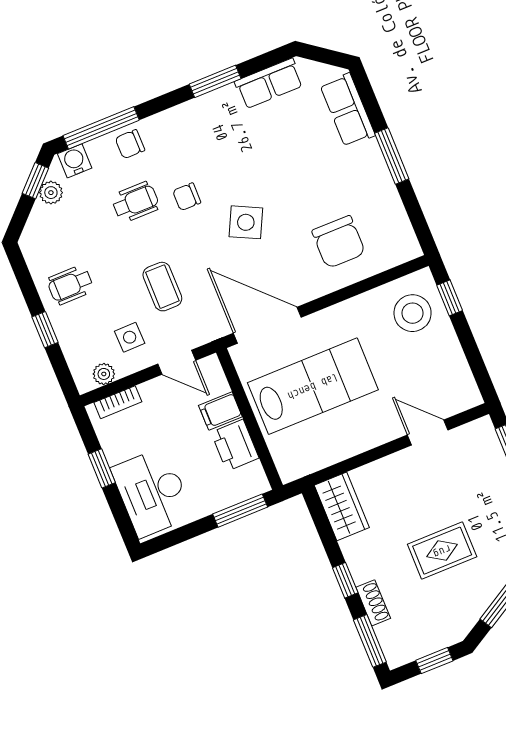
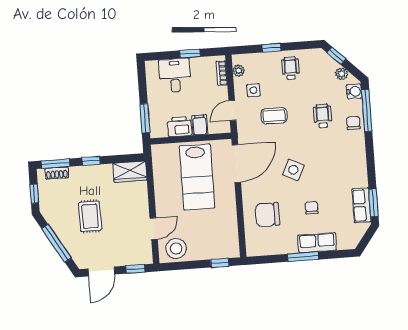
window: (215, 81) -> (373, 203), moved
row of seats: (347, 110) -> (317, 243), moved
window: (35, 181) -> (337, 56), moved
chair: (187, 197) -> (312, 208), moved
wheelchair: (135, 202) -> (322, 116), turned 180
stool: (413, 313) -> (176, 249), moved
desk: (152, 492) -> (175, 75), width x0.73
shoe rack: (373, 603) -> (57, 173), moved

